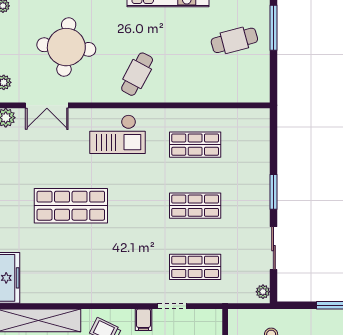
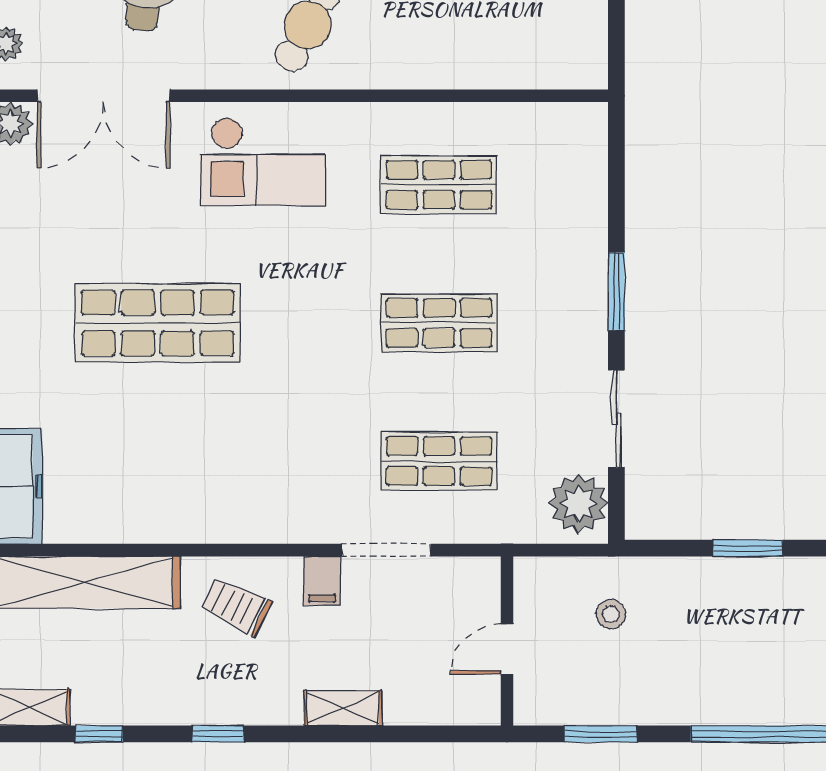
double door: (47, 105) -> (104, 96), width x1.37
plant: (263, 292) -> (579, 504), width x1.88, depth x1.88
doorway: (172, 306) -> (386, 550), width x1.38

